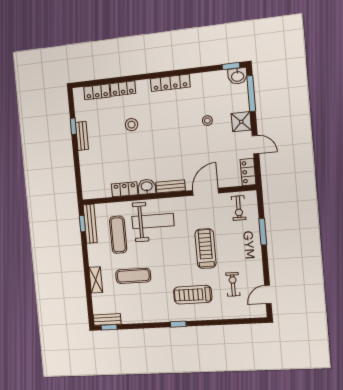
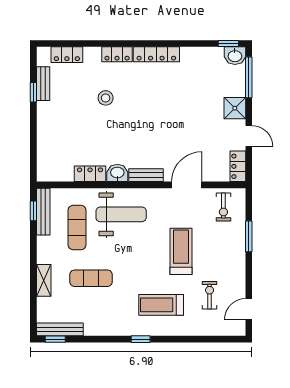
locker: (123, 89) -> (117, 54), moved
stool: (207, 121) -> (196, 103), removed
bench: (82, 136) -> (43, 84), moved
bench: (107, 319) -> (60, 329), width x1.36

